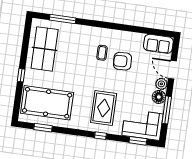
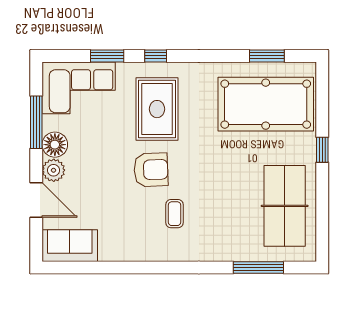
armchair: (122, 61) -> (151, 170), moved
window: (138, 141) -> (107, 56), moved

